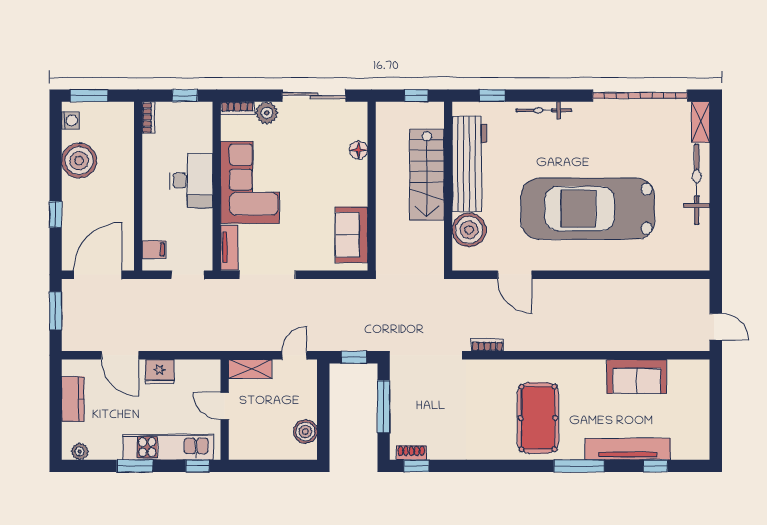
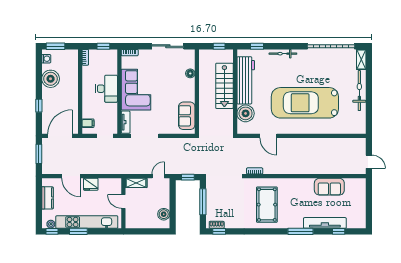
plant: (267, 113) -> (144, 55), removed
pool table: (538, 418) -> (267, 205), moved
kitchen unit: (168, 447) -> (87, 222), width x1.36
window: (198, 466) -> (52, 231), moved

